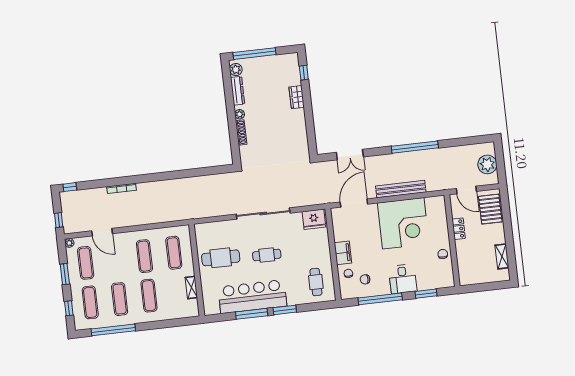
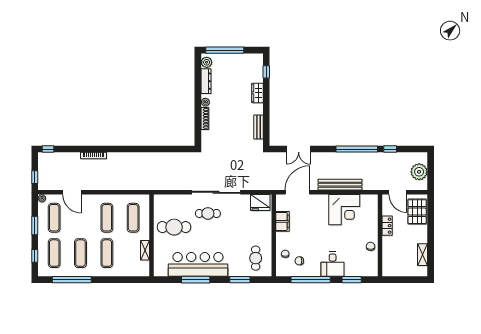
bench: (302, 135) -> (259, 127), added
window: (452, 143) -> (390, 149), added
corner desk: (403, 223) -> (344, 210), width x0.74, depth x0.74
filing cabinet: (343, 253) -> (282, 221), moved
cafe table: (267, 255) -> (208, 213), moved
window: (285, 310) -> (240, 280), moved

